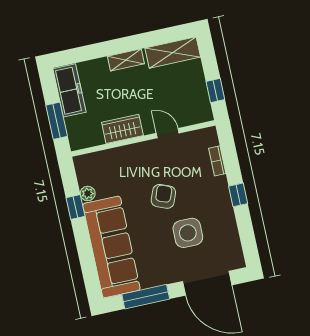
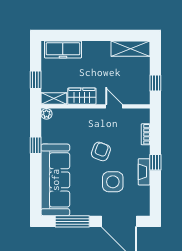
shelving: (126, 60) -> (54, 99), moved
freezer: (69, 90) -> (63, 50), moved, turned 90
window: (57, 121) -> (36, 80), width x0.67
plant: (88, 194) -> (46, 114), moved
fireplace: (226, 211) -> (144, 172), added

